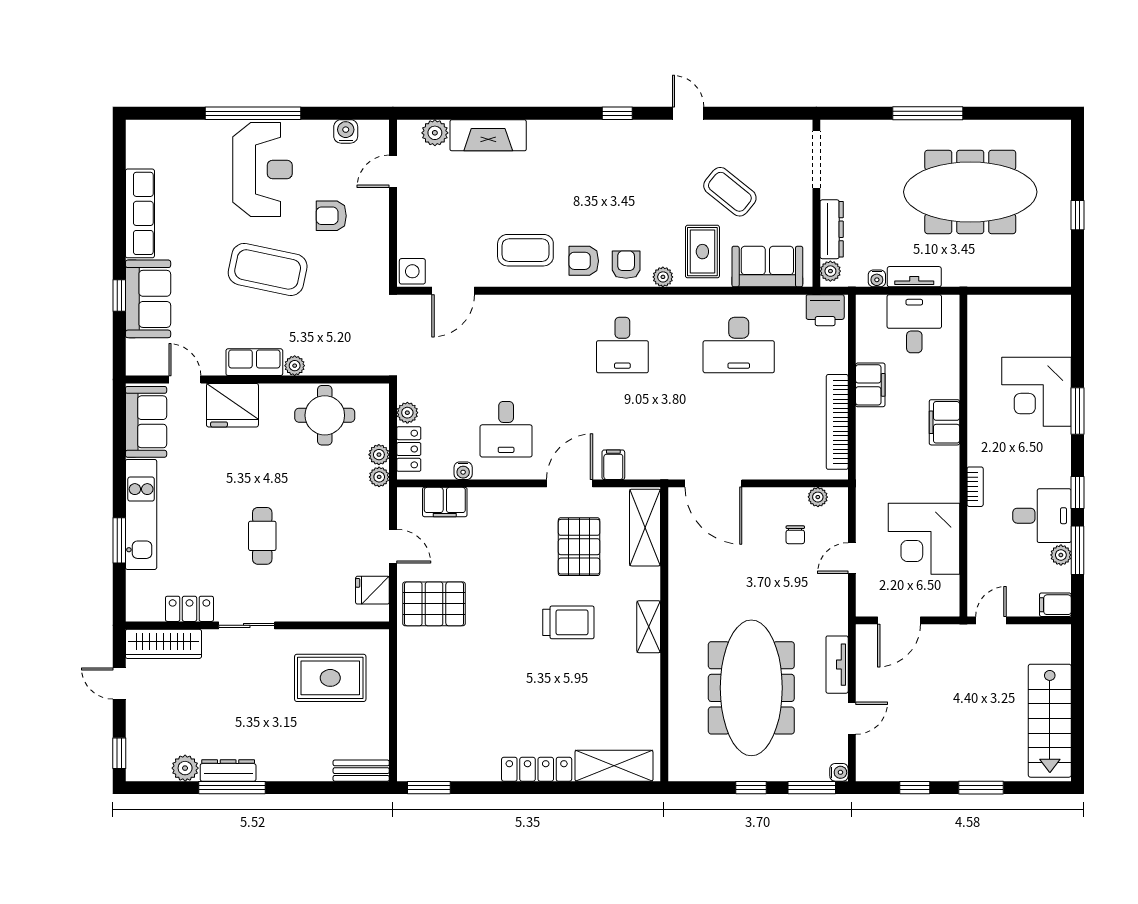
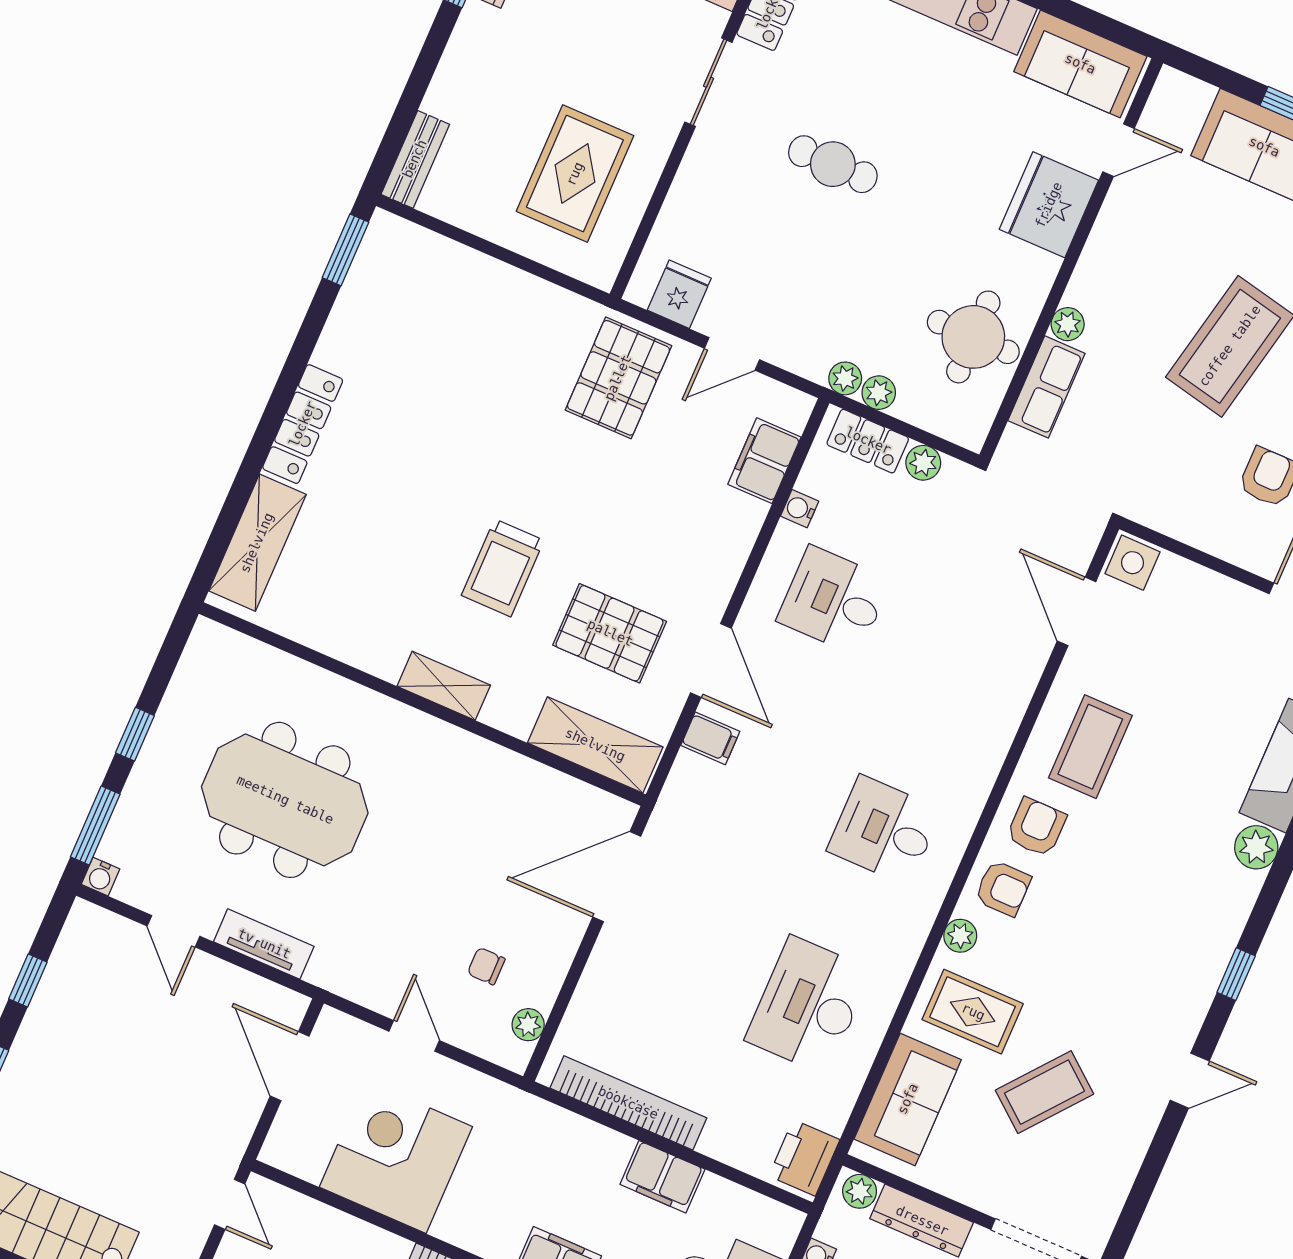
plant: (541, 133) -> (1256, 847), added
row of seats: (254, 362) -> (1046, 387), moved
meeting table: (751, 688) -> (285, 800), width x0.73

